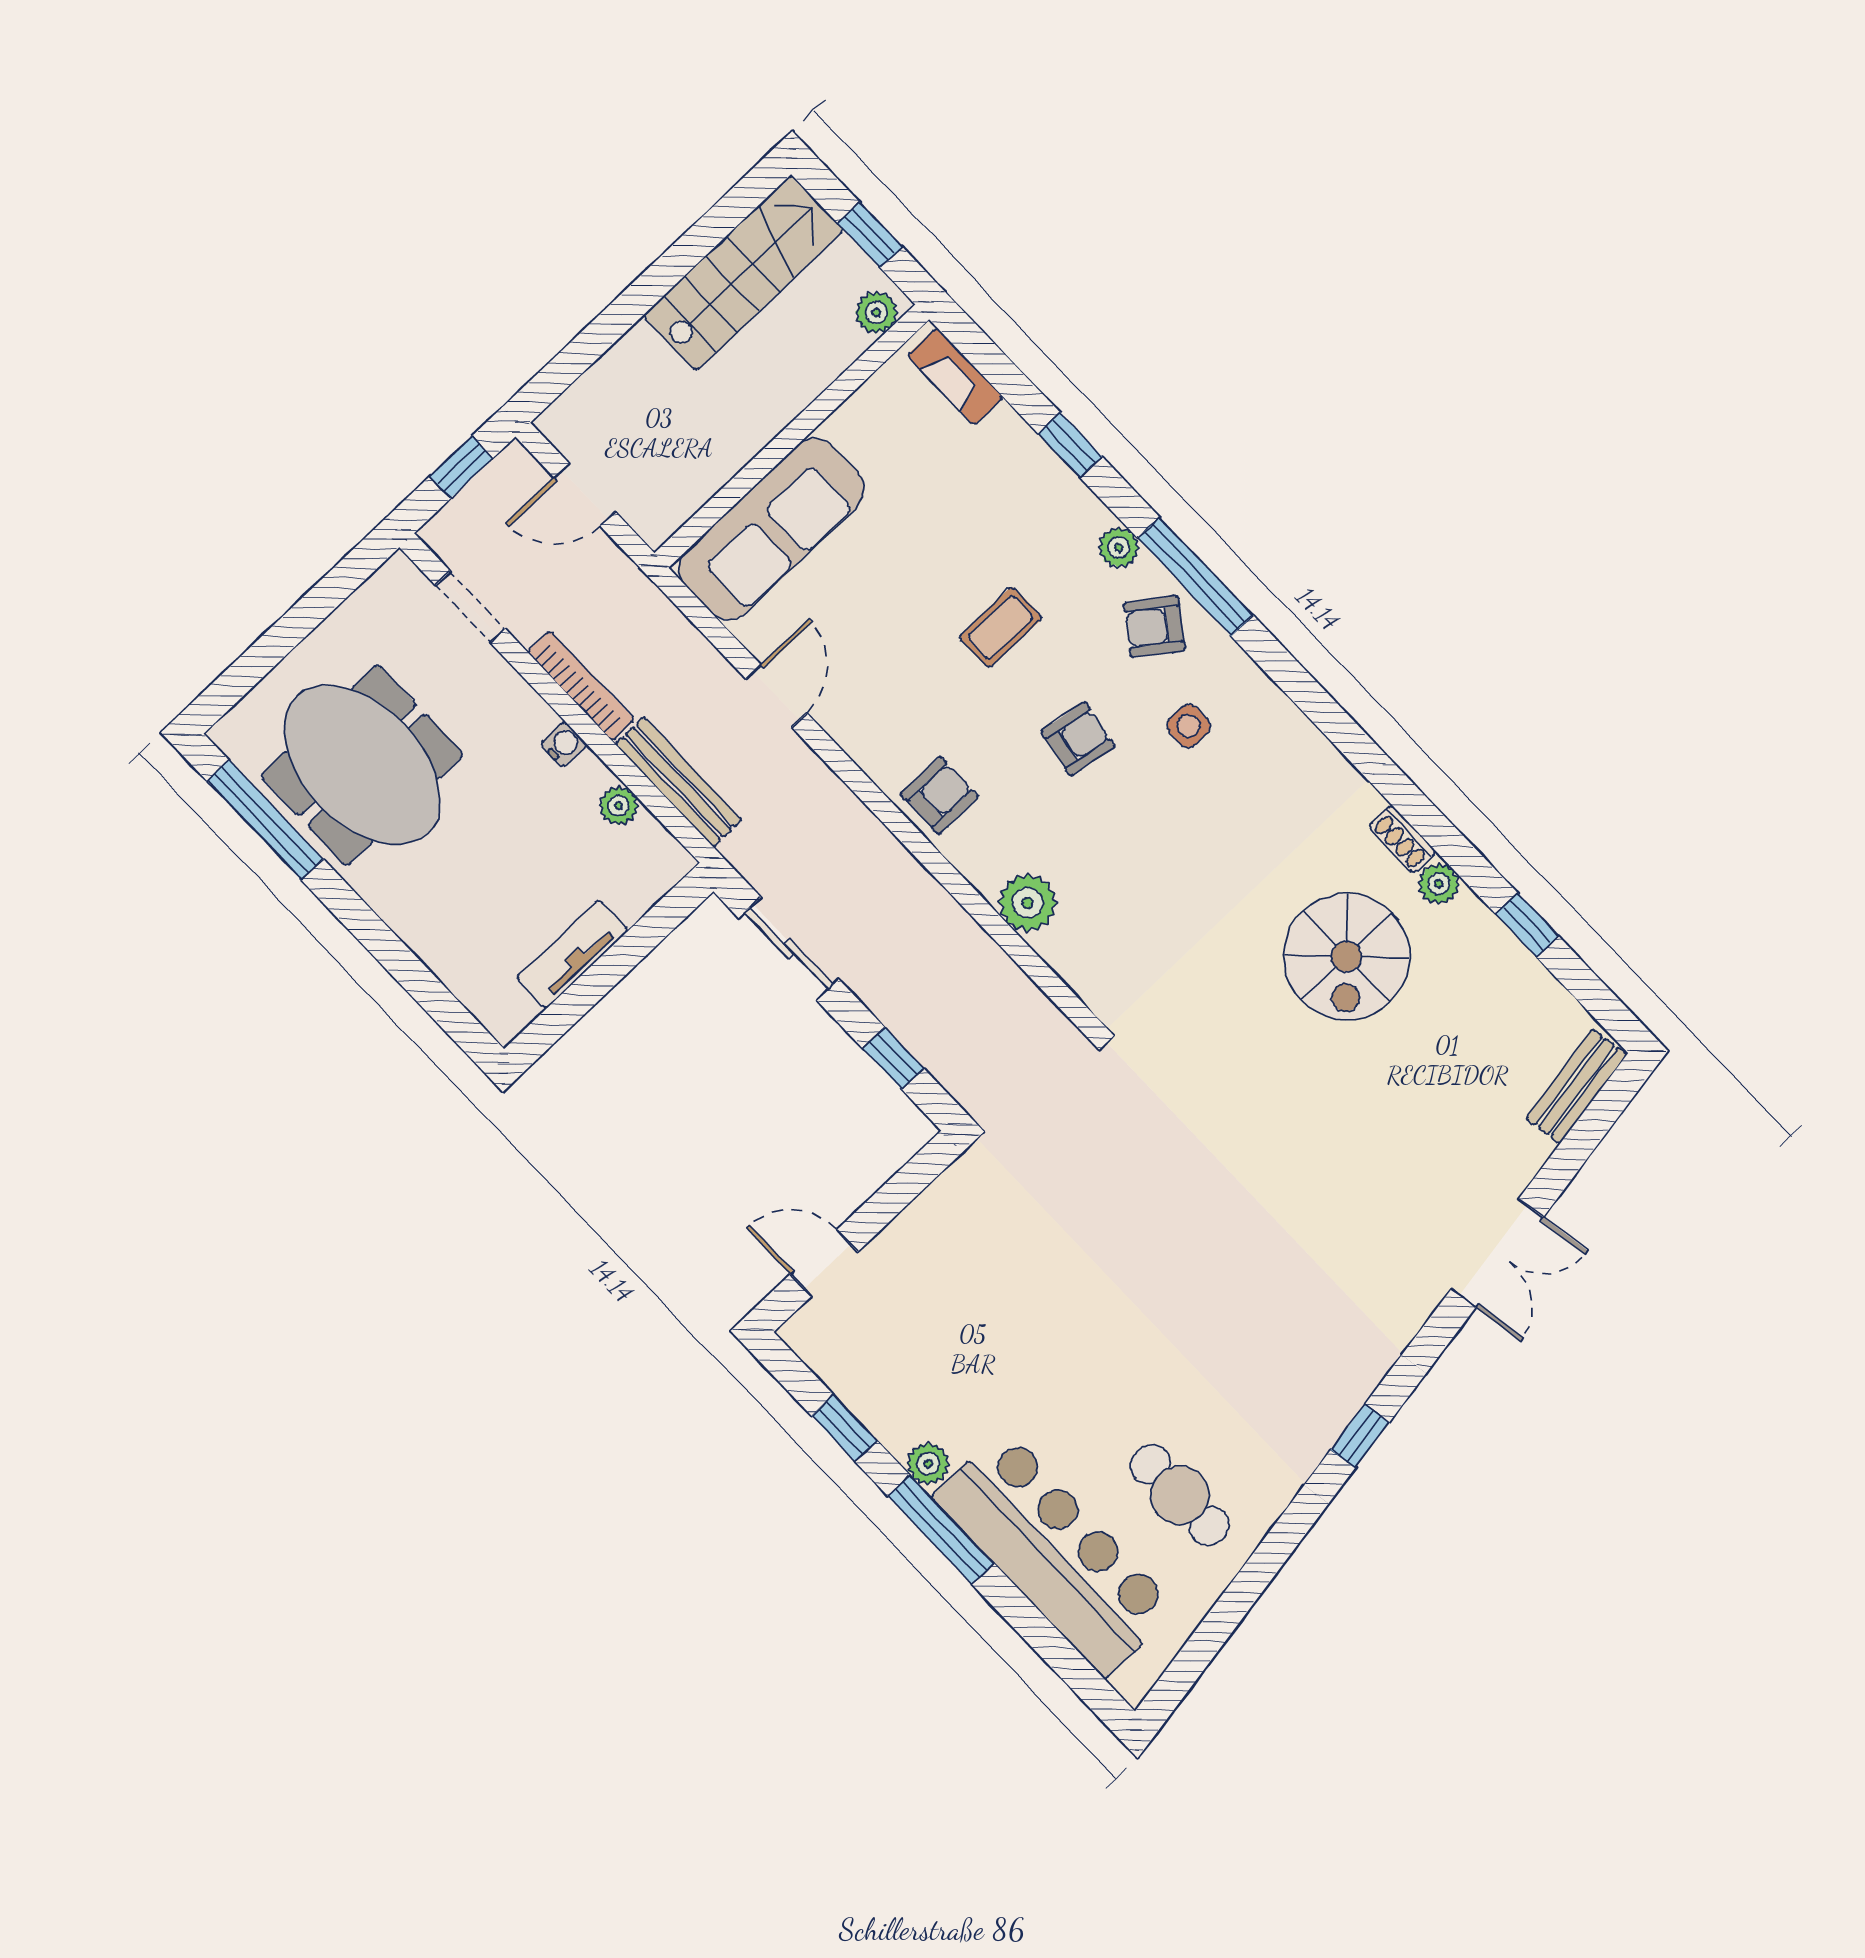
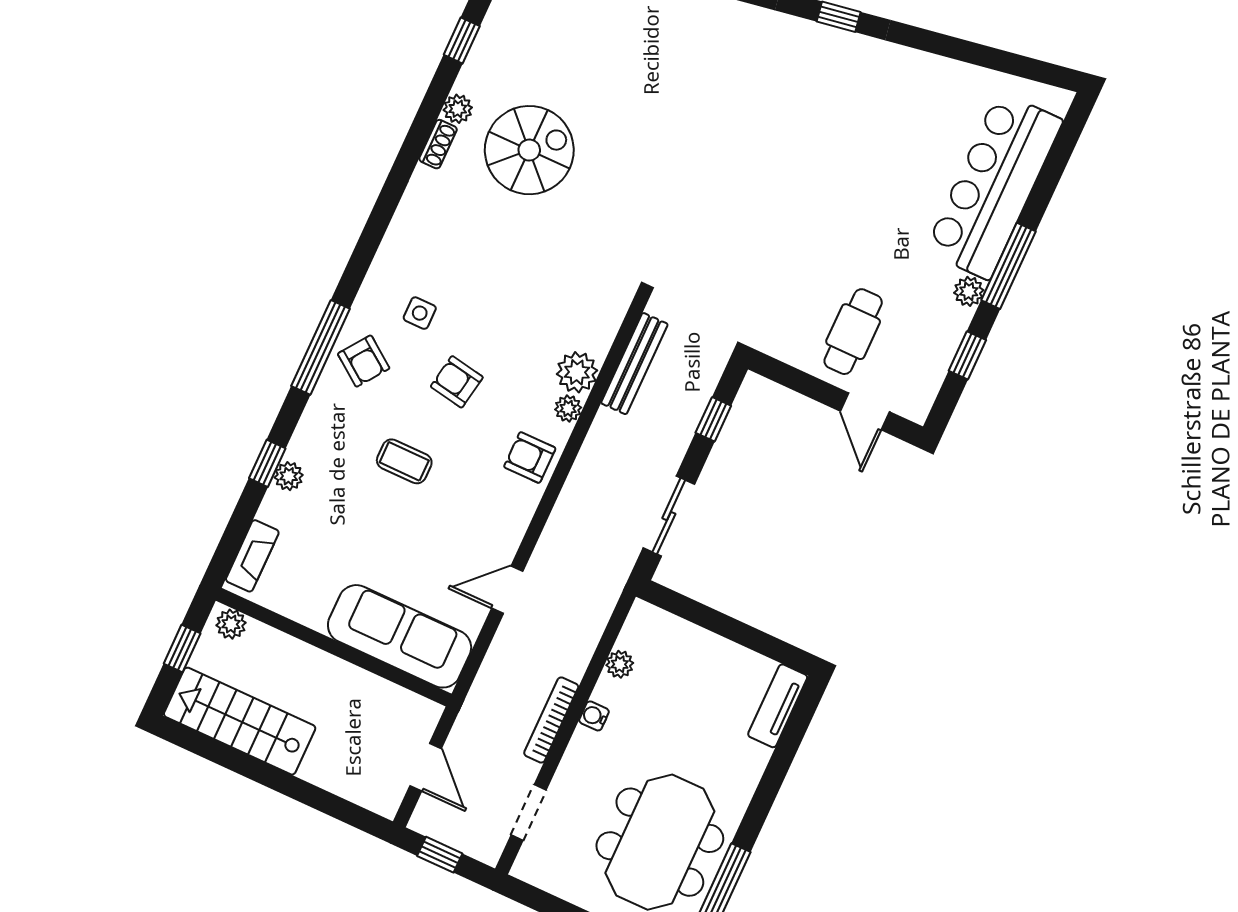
plant: (1119, 548) -> (289, 476), moved
bench: (678, 782) -> (634, 364), moved
plant: (984, 872) -> (568, 409), added
tv unit: (572, 954) -> (778, 706), moved, turned 90
cafe table: (1180, 1495) -> (853, 332), moved

